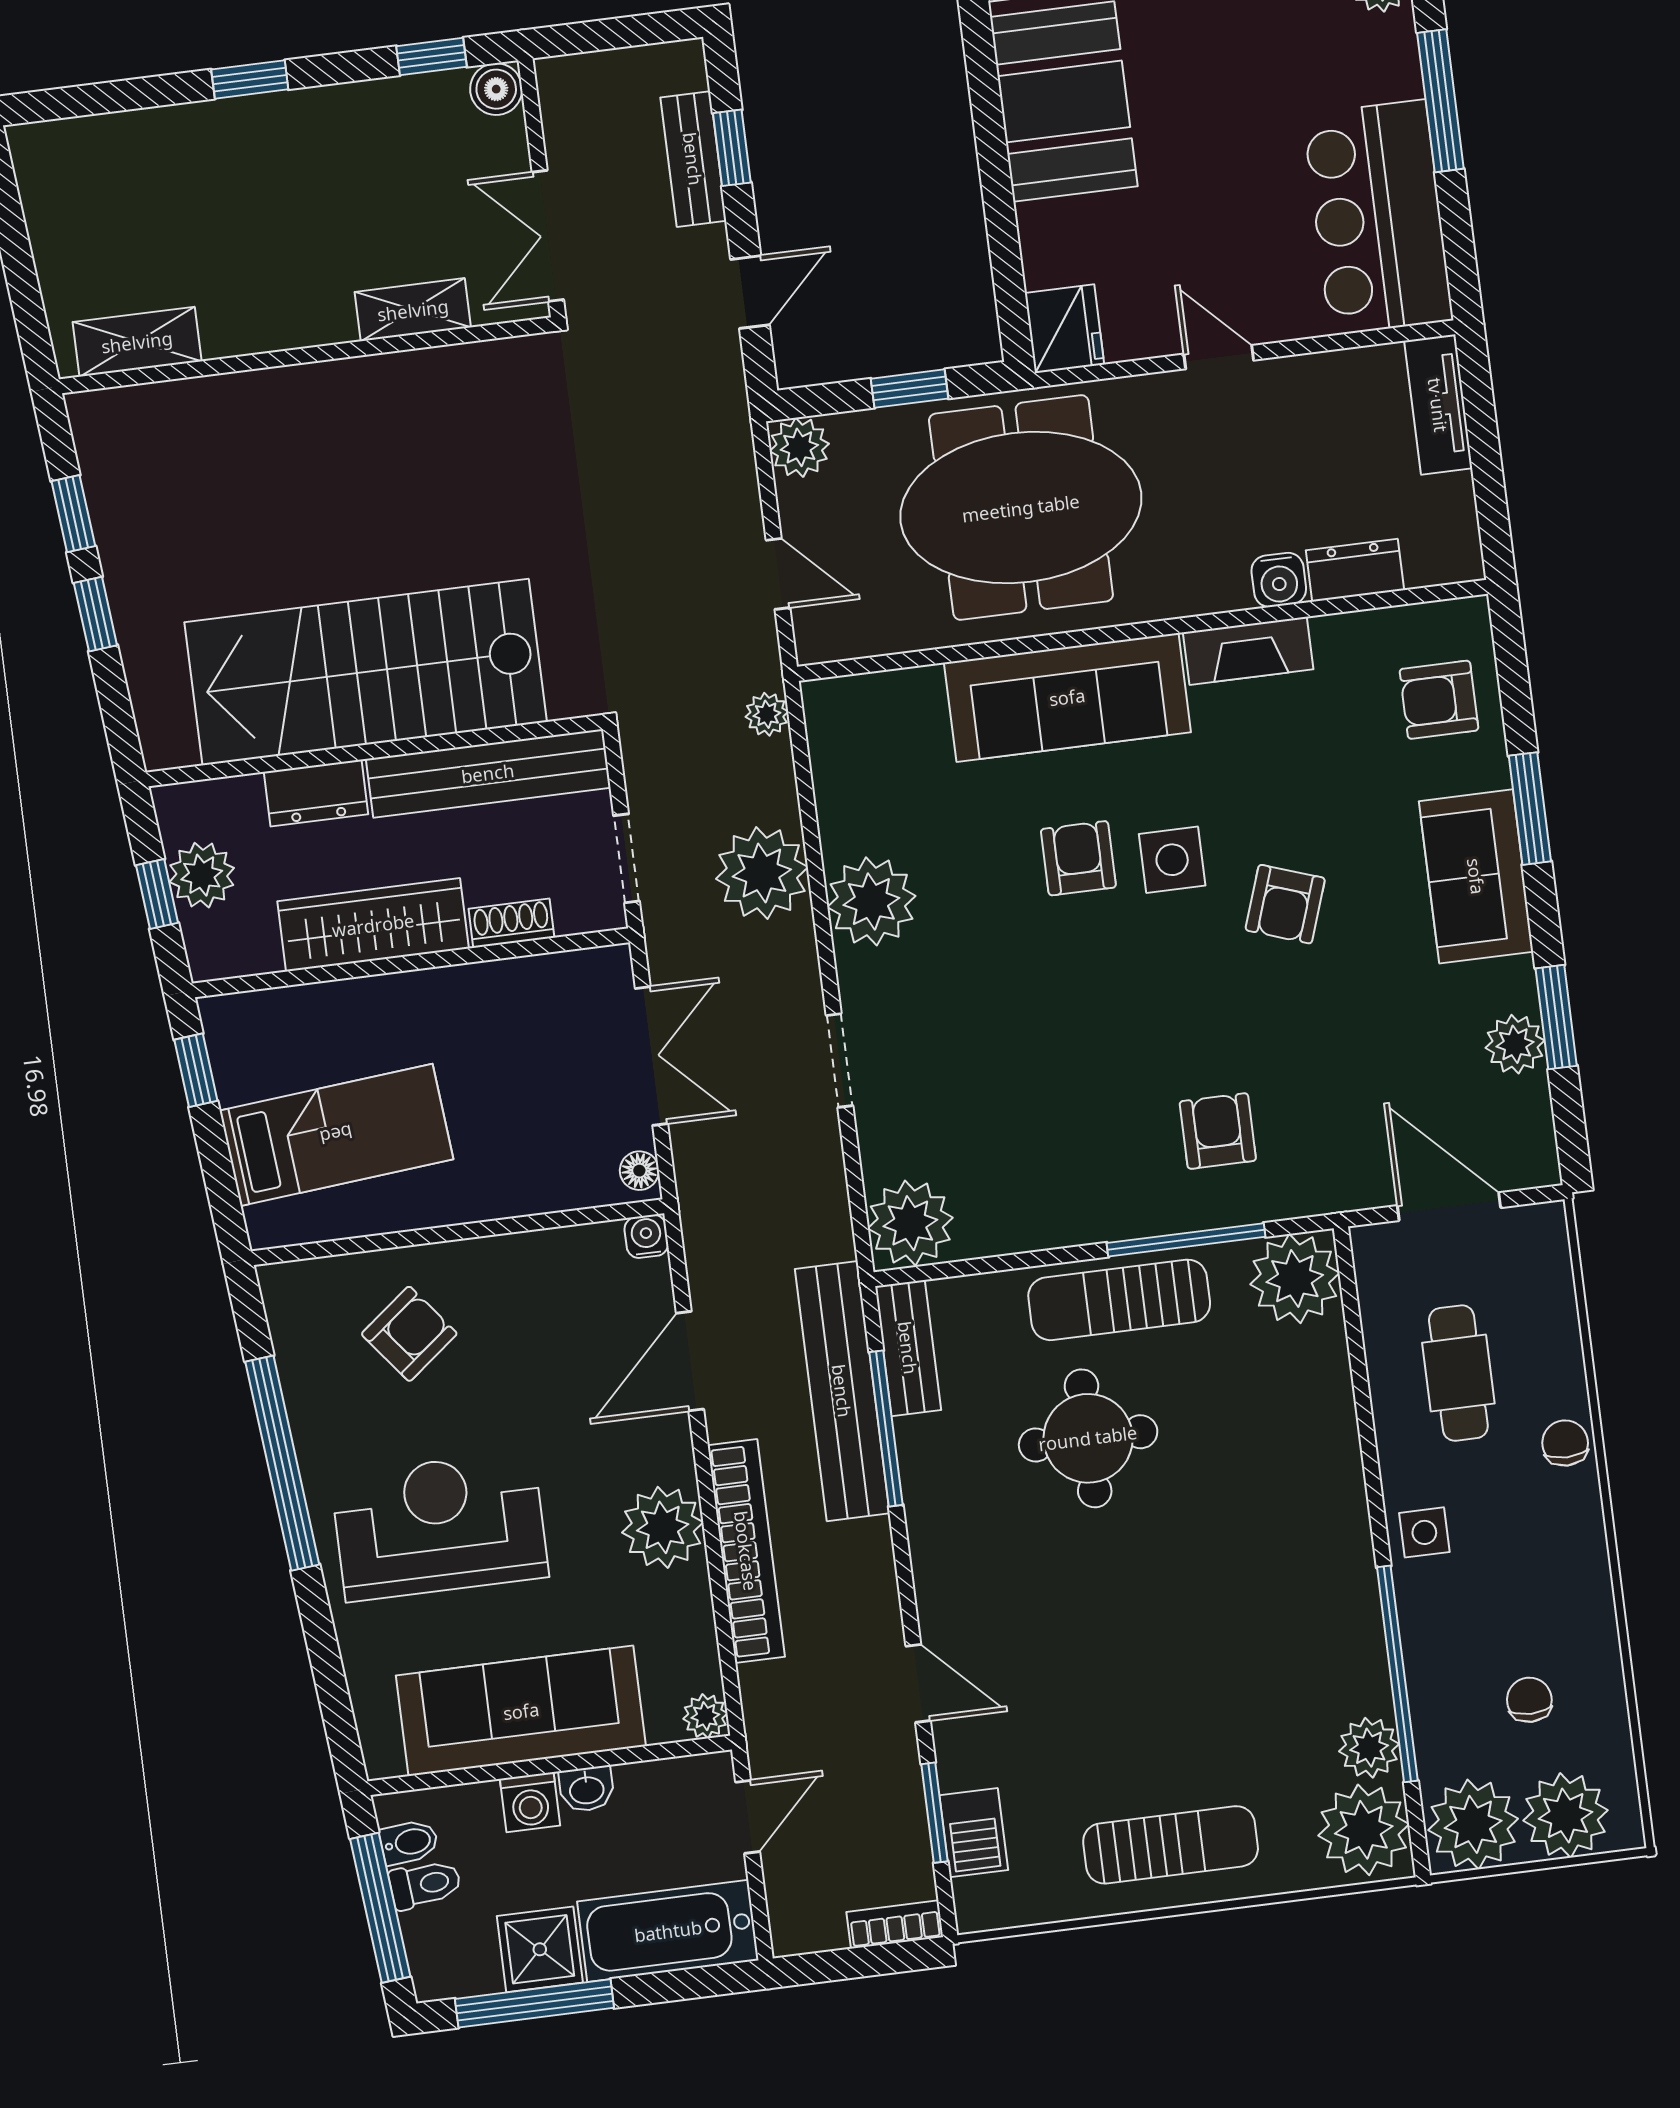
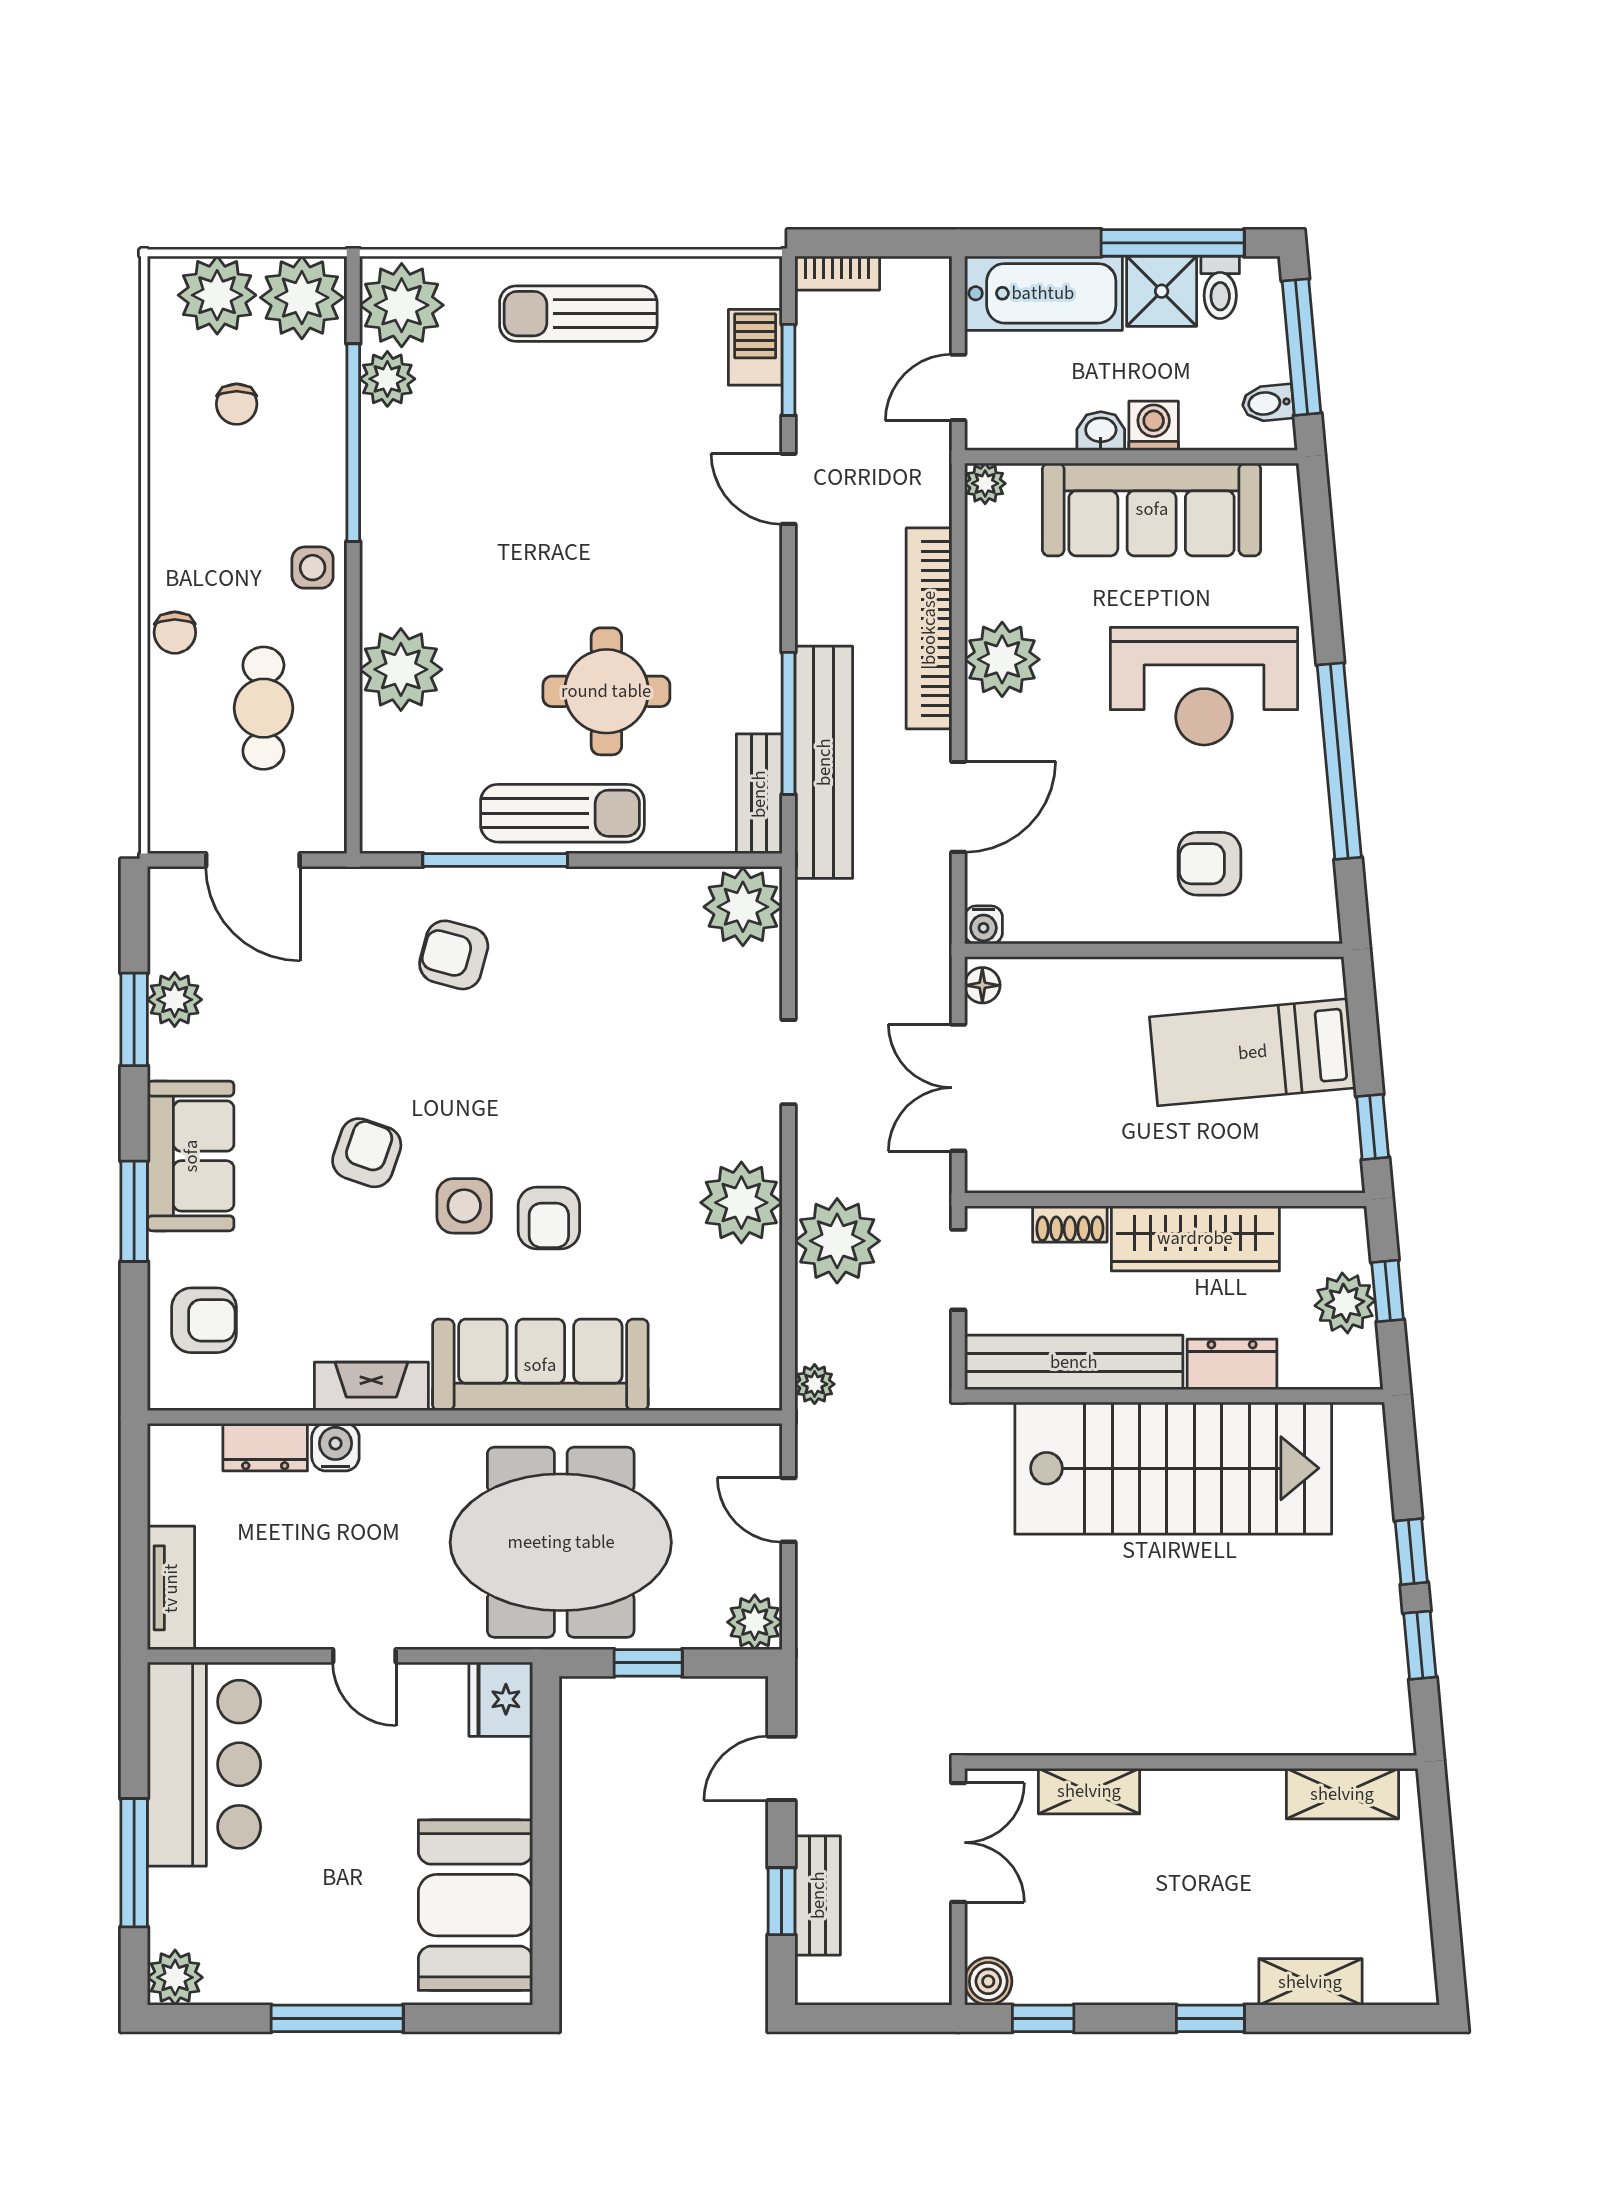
shelving: (146, 133) -> (1310, 1982), added
armchair: (1218, 1131) -> (454, 955), turned 105
plant: (1295, 1279) -> (401, 669), moved
armchair: (409, 1334) -> (1209, 864), turned 38
toilet: (425, 1884) -> (1220, 287), moved, turned -85

